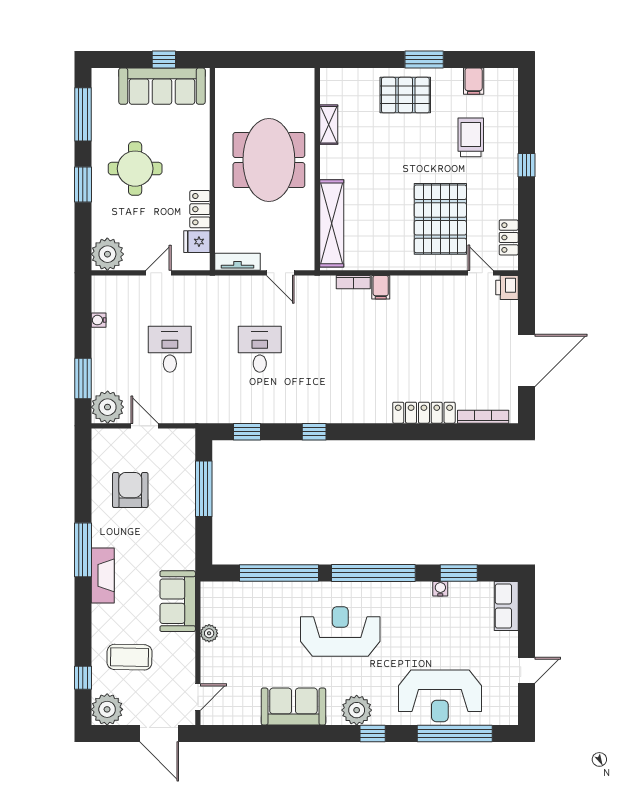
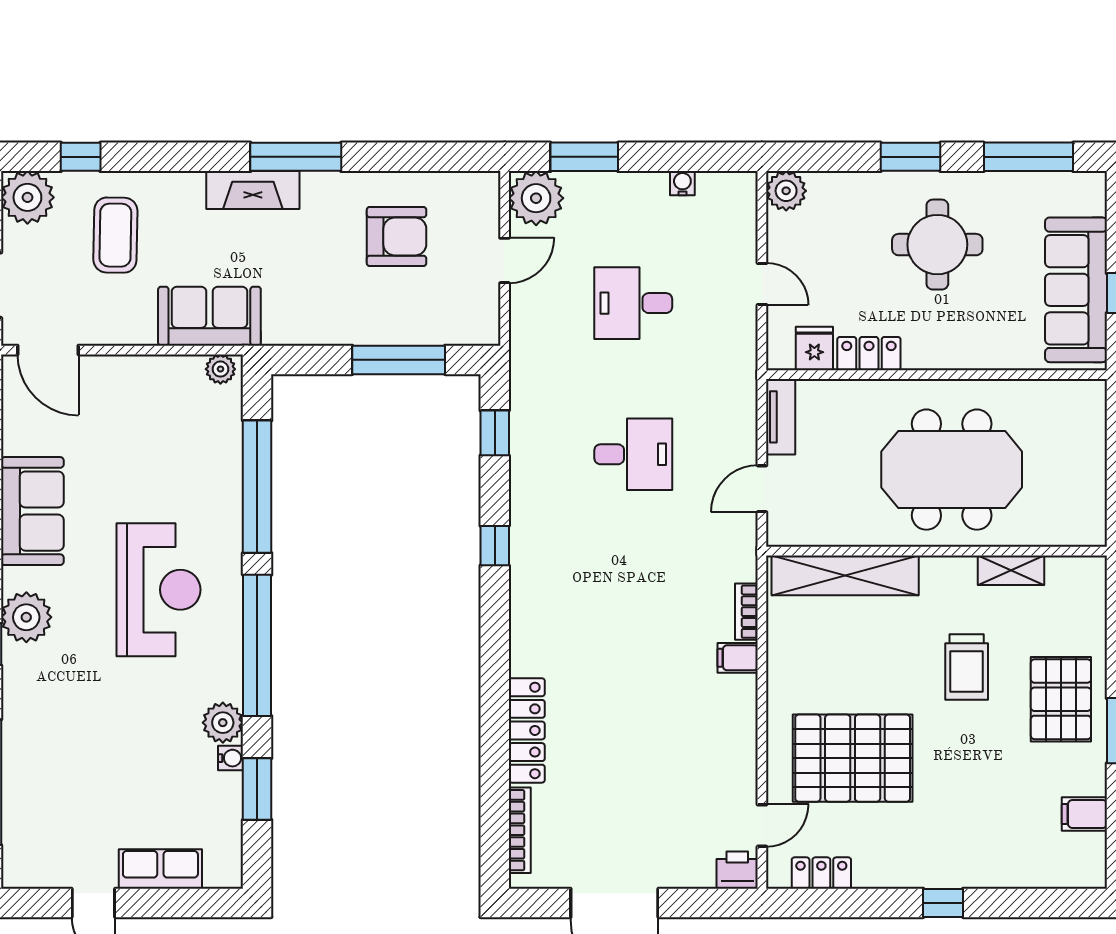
trolley: (471, 137) -> (967, 667), moved, turned 90
plant: (107, 254) -> (786, 191), width x0.73, depth x0.73
desk: (170, 349) -> (633, 303), turned 180
plant: (419, 593) -> (223, 723), added
row of seats: (506, 606) -> (160, 869), moved
plant: (209, 633) -> (220, 369), moved
reception desk: (440, 696) -> (50, 757), removed
door: (198, 697) -> (48, 350), width x1.38

